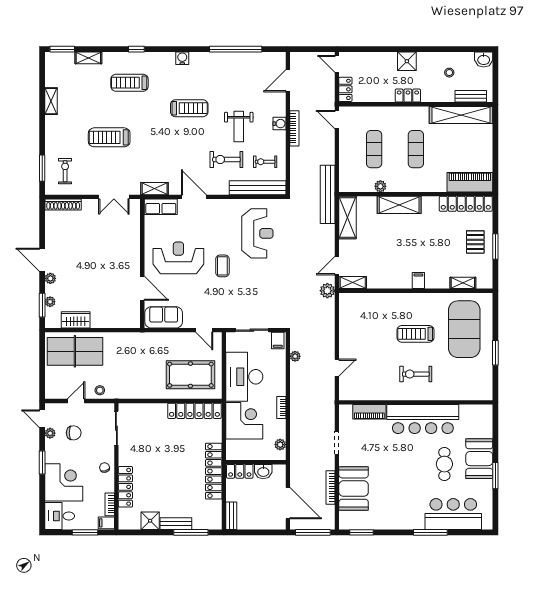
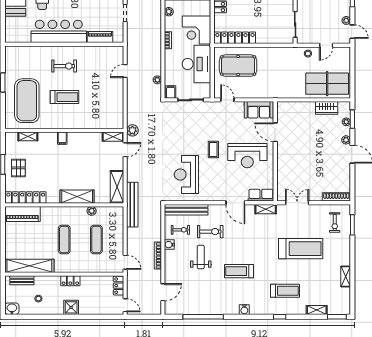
water cooler: (280, 124) -> (169, 245), moved
treadmill: (109, 137) -> (301, 249), width x1.37, depth x1.38
chair: (74, 433) -> (328, 21), removed

